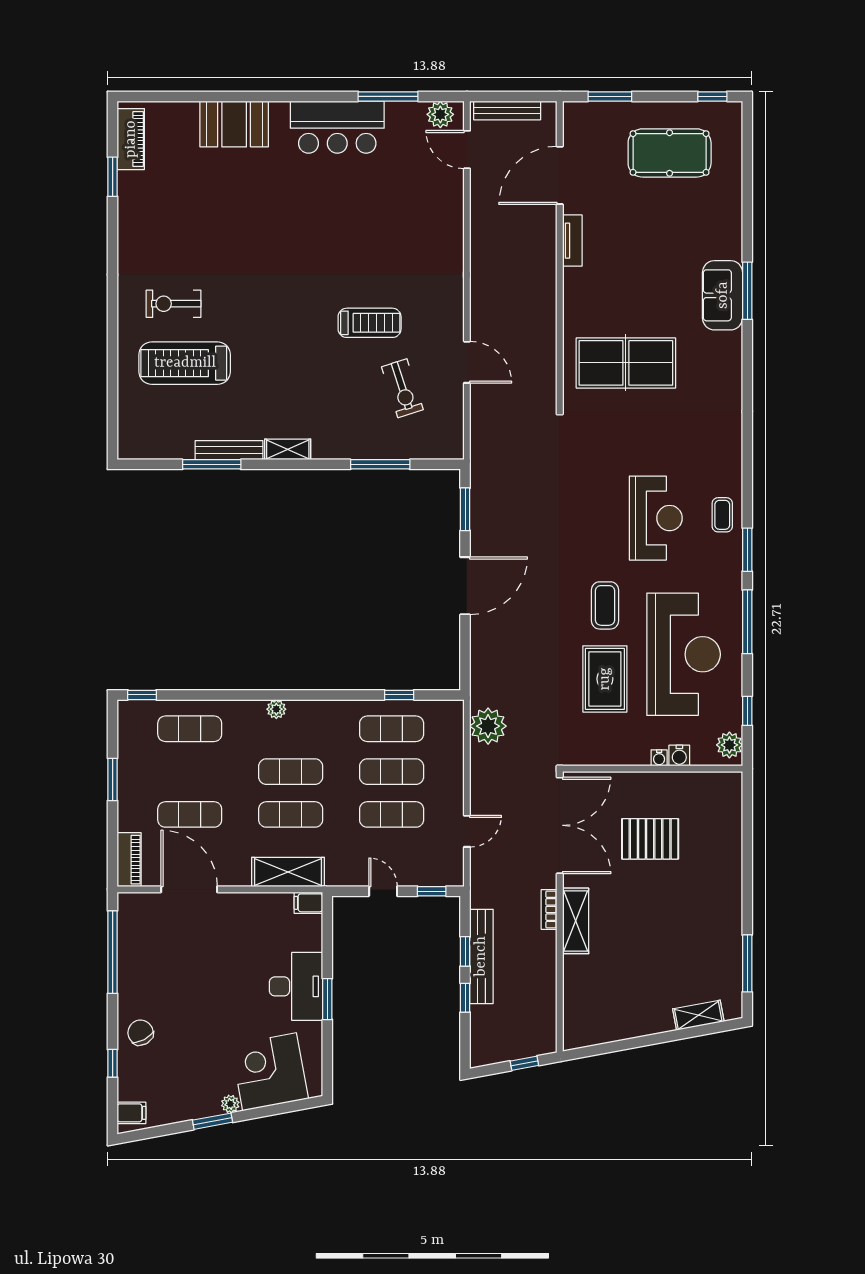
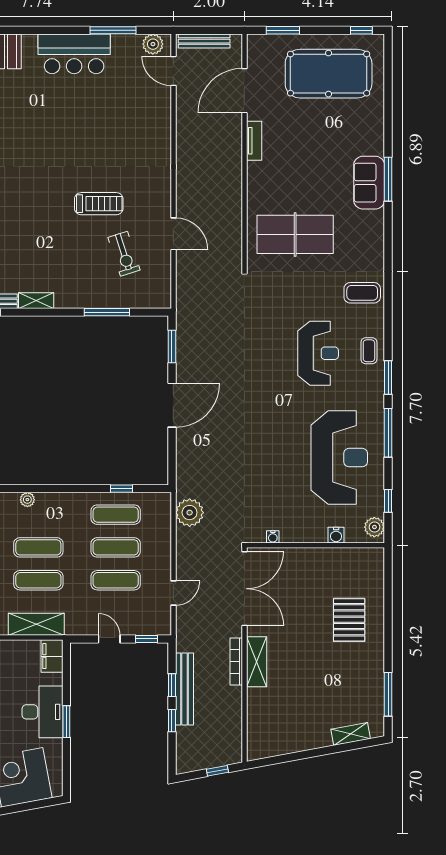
pool table: (670, 153) -> (329, 74), width x1.36, depth x1.32
coffee table: (605, 605) -> (362, 293), moved, turned 90
rug: (605, 679) -> (279, 476), removed
water cooler: (659, 758) -> (273, 537), moved
pallet: (650, 839) -> (349, 620), moved, turned 90
filing cabinet: (308, 903) -> (52, 656), width x2.00
bookcase: (549, 909) -> (236, 662), width x1.56

